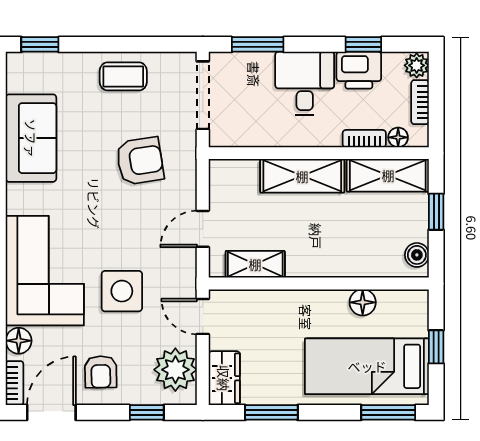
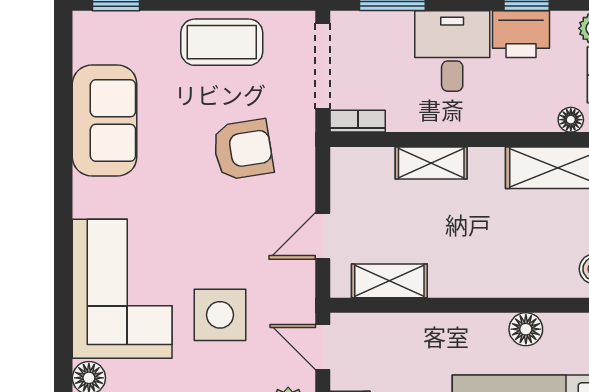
coffee table: (123, 76) -> (222, 42), width x1.36, depth x1.30
bookcase: (364, 139) -> (358, 121), moved
shelving: (302, 176) -> (431, 163), width x0.67, depth x0.75

